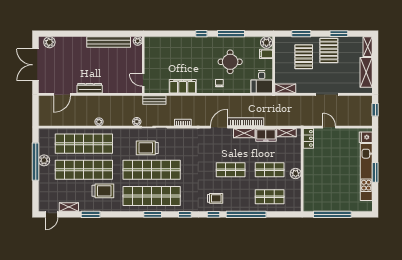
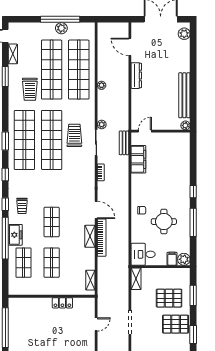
filing cabinet: (183, 86) -> (138, 159), moved
freezer: (266, 135) -> (15, 235), moved, turned 180
locker: (308, 138) -> (62, 303), moved
plant: (296, 173) -> (48, 290), removed

